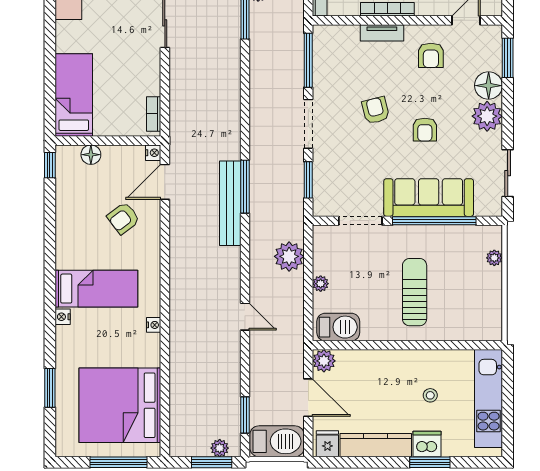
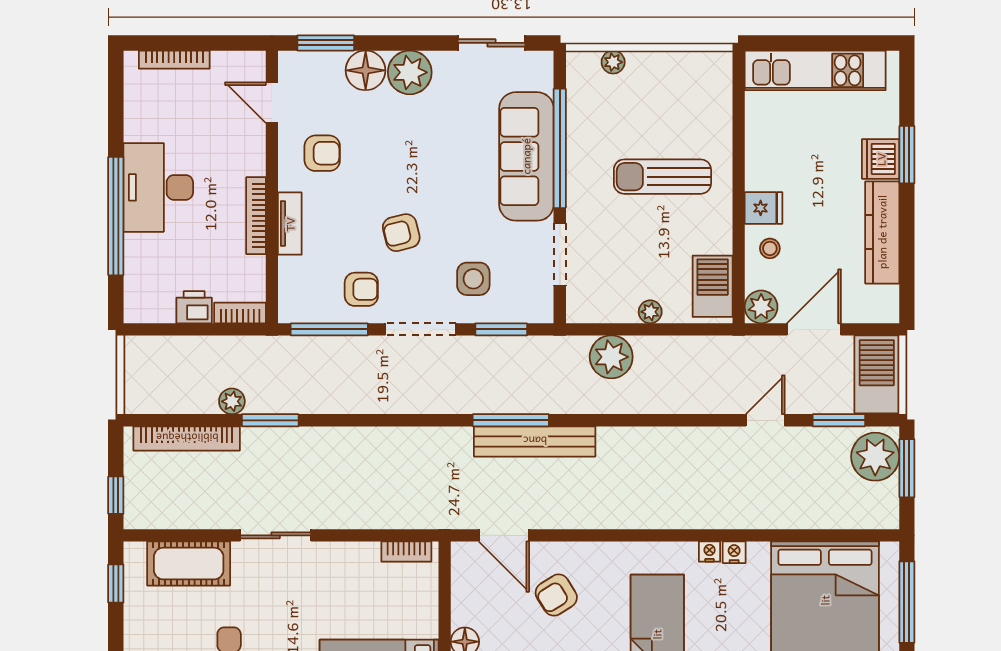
armchair: (425, 130) -> (361, 289), moved
nightstand: (153, 153) -> (734, 552), moved
side table: (343, 161) -> (473, 279), added
armchair: (123, 218) -> (556, 595), turned 95
door: (245, 317) -> (765, 420), moved
stool: (430, 395) -> (770, 248), moved
fridge: (327, 444) -> (764, 208), moved, turned 180
plant: (220, 448) -> (875, 457), width x1.88, depth x1.88

